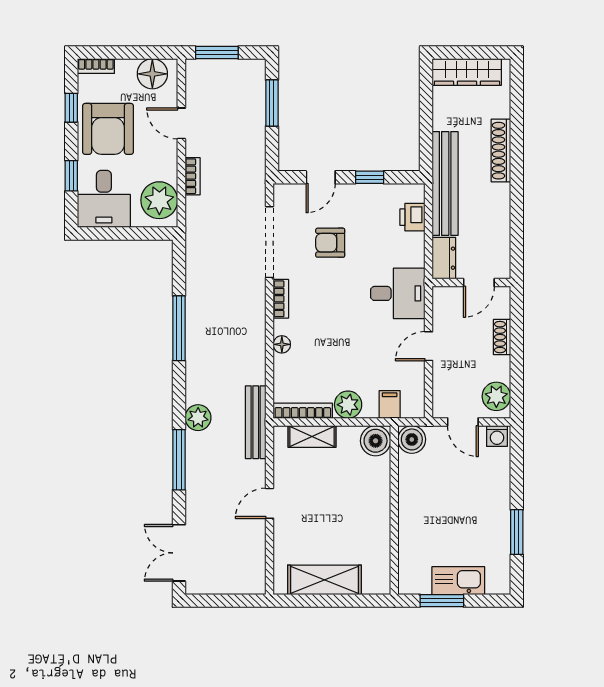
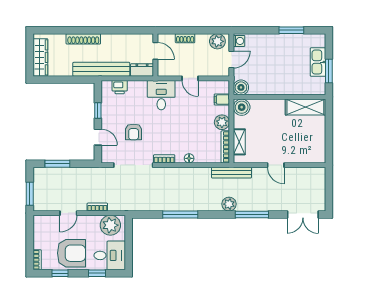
floor lamp: (152, 74) -> (41, 229), removed
shelving: (324, 580) -> (305, 107), moved, turned 90

